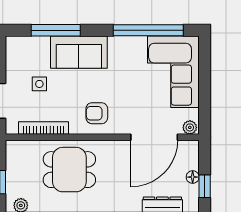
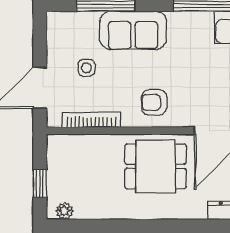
dining table: (69, 170) -> (156, 166), moved

